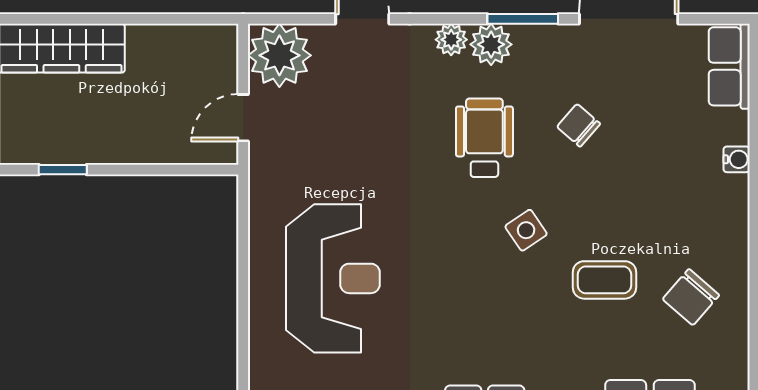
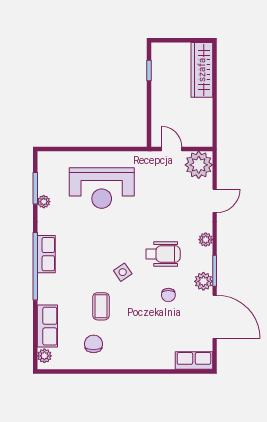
plant: (491, 44) -> (203, 281), moved
chair: (579, 125) -> (168, 295), turned 139
water cooler: (737, 159) -> (153, 364), removed
chair: (691, 297) -> (94, 344), turned 49

